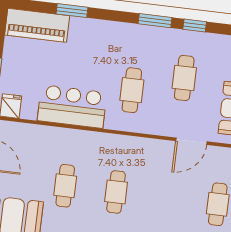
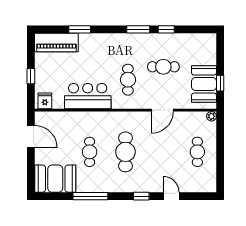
cafe table: (184, 78) -> (163, 67), turned 90
door: (191, 141) -> (162, 110), moved
cafe table: (116, 192) -> (125, 152), width x1.37, depth x1.35

